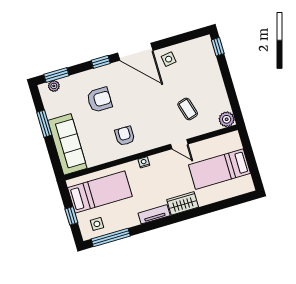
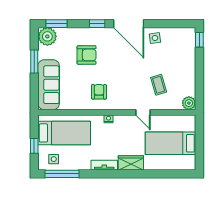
plant: (54, 86) -> (47, 36), width x1.88, depth x1.88

